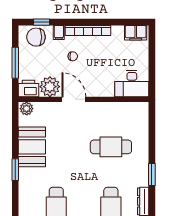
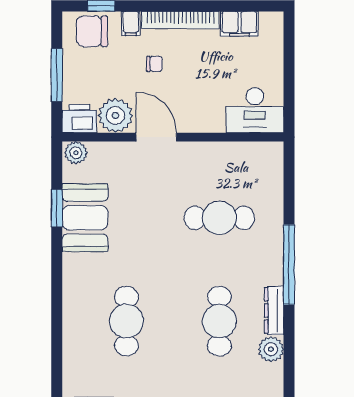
filing cabinet: (136, 33) -> (239, 24), moved
window: (15, 170) -> (57, 208), moved
window: (152, 174) -> (289, 265), width x2.11

